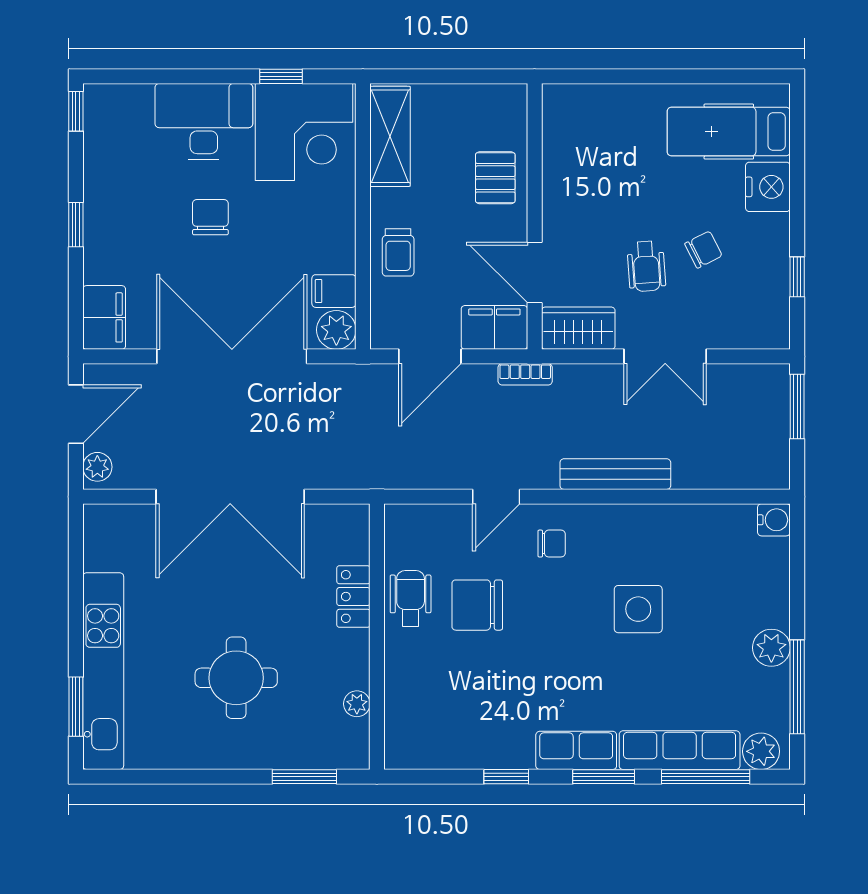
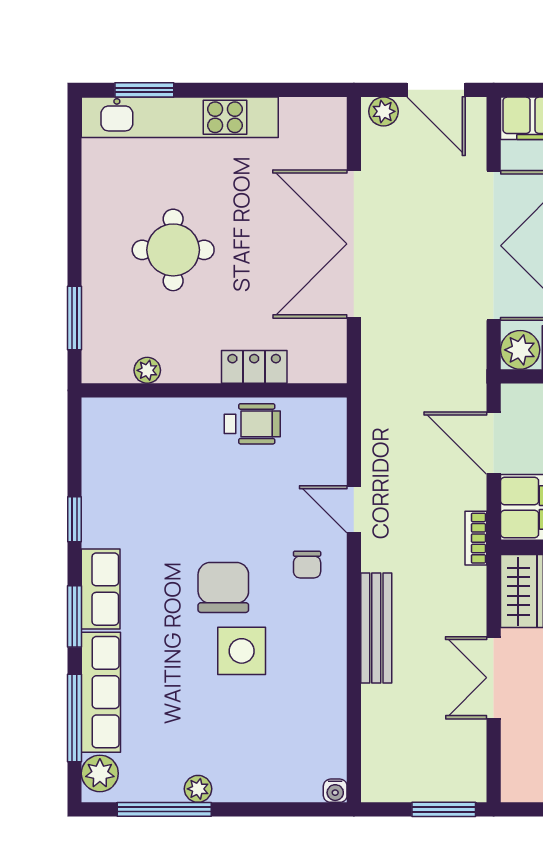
water cooler: (774, 520) -> (335, 791), width x0.72, depth x0.72
chair: (477, 605) -> (223, 587), moved
plant: (771, 648) -> (198, 789), width x0.73, depth x0.73

